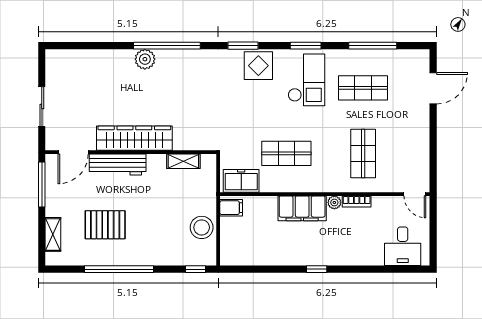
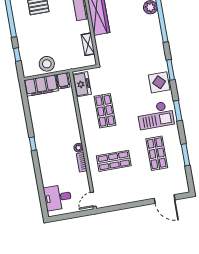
window: (373, 46) -> (185, 155), width x0.69
filing cabinet: (302, 208) -> (41, 86), moved, turned -90
window: (196, 269) -> (17, 55), moved

